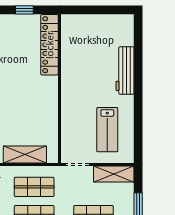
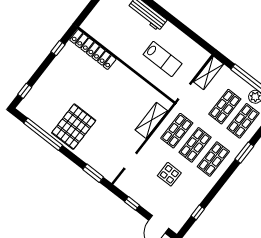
lab bench: (107, 130) -> (163, 59), moved

